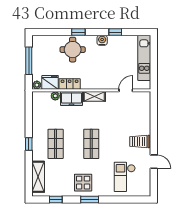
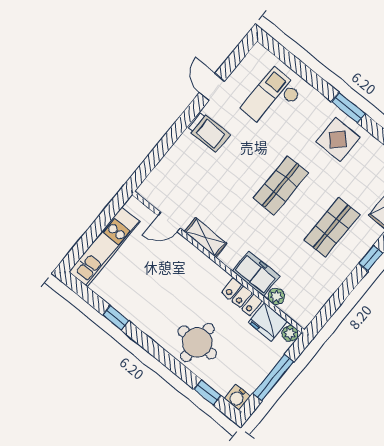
window: (78, 32) -> (207, 392), moved
water cooler: (102, 40) -> (238, 397), moved
shelving: (94, 96) -> (206, 237), moved
checkout: (125, 177) -> (271, 99), turned 180

